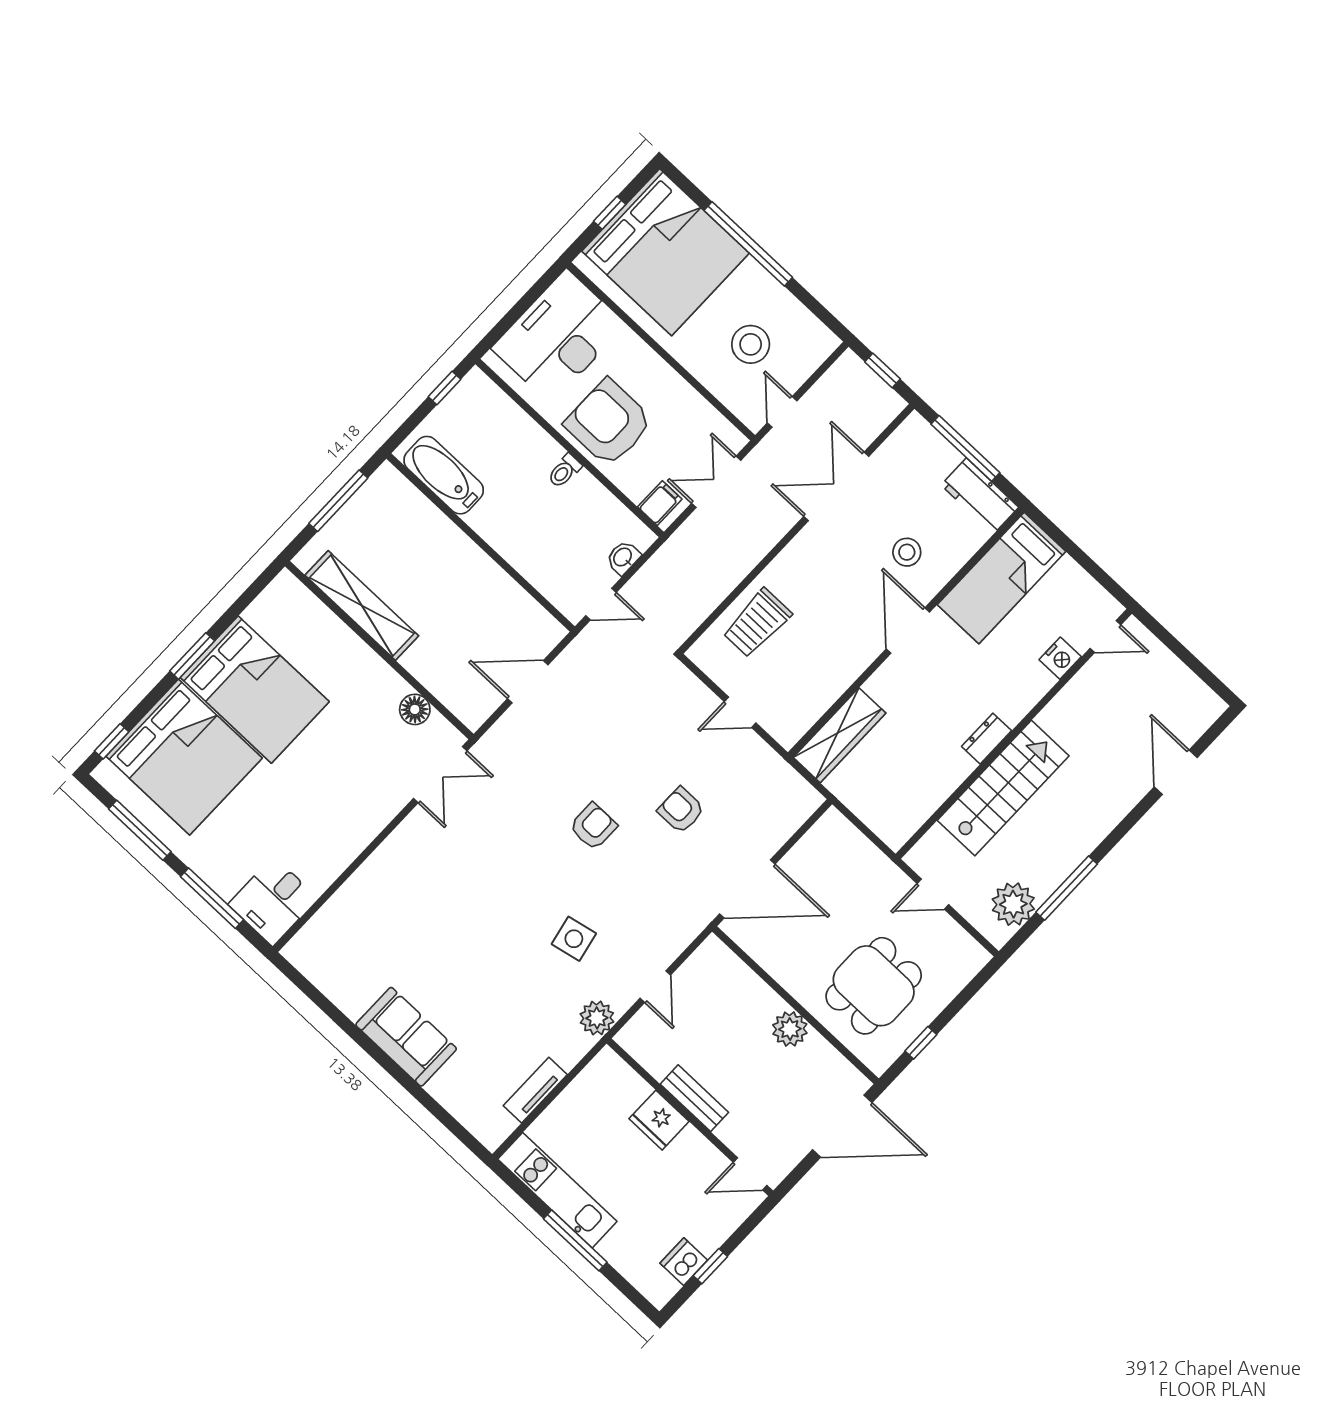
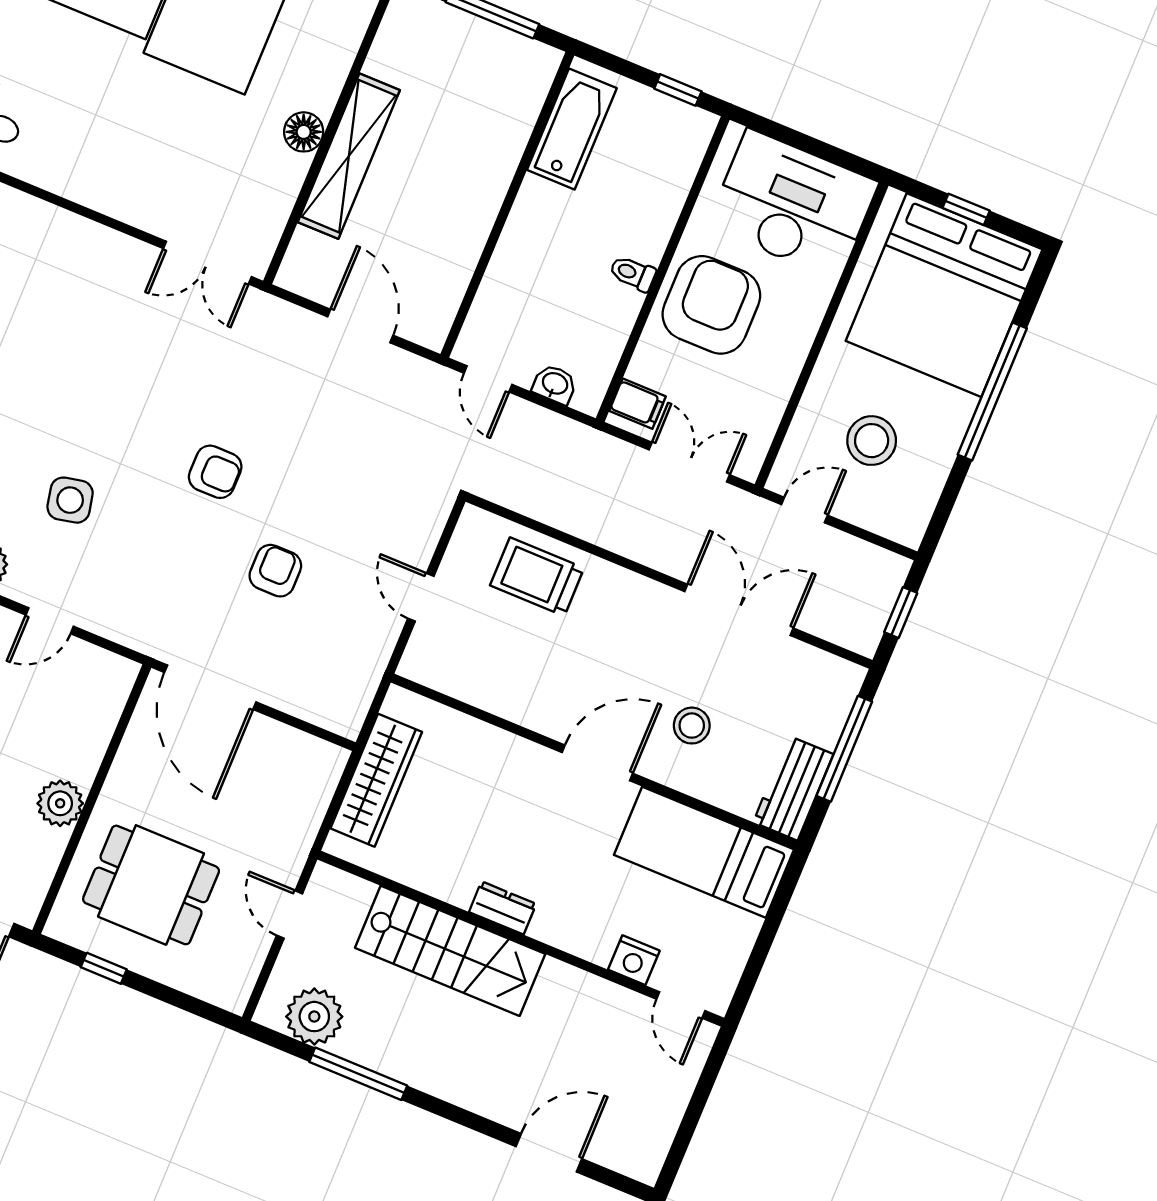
shelving: (362, 605) -> (349, 156), moved
floor lamp: (415, 709) -> (304, 132), moved
wardrobe: (840, 735) -> (376, 780), moved, turned -90

